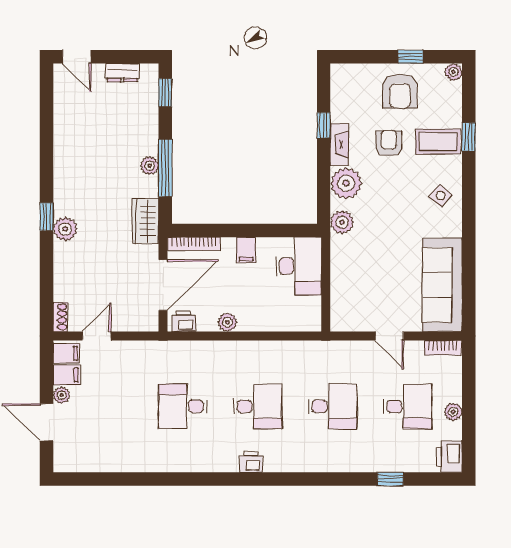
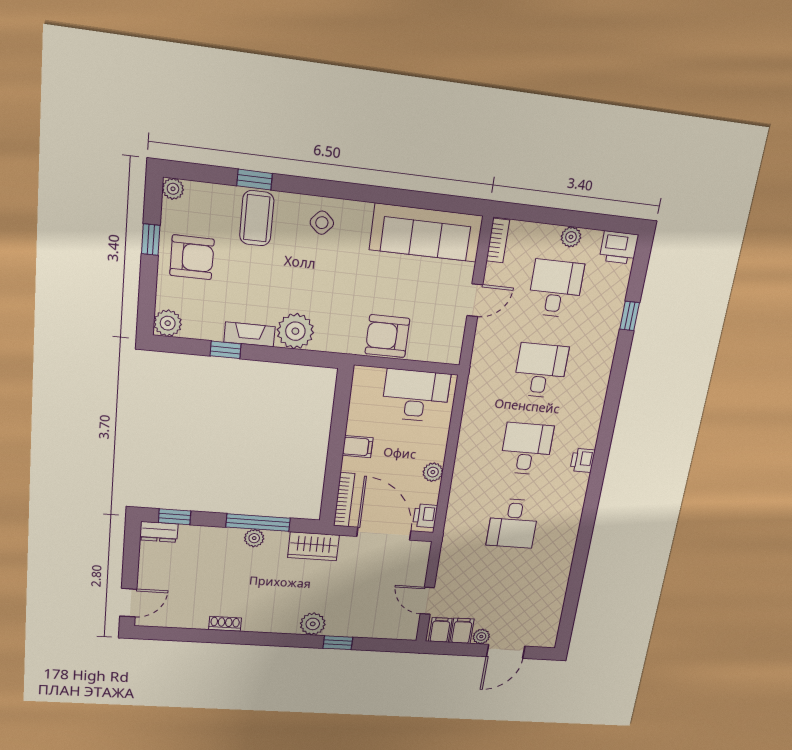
dresser: (122, 73) -> (159, 532), moved, turned 90
armchair: (389, 143) -> (387, 336), moved, width x1.38, depth x1.38
window: (47, 217) -> (338, 643), moved
plant: (342, 222) -> (168, 323), moved
desk: (299, 266) -> (416, 395), moved
shoe rack: (60, 317) -> (225, 624), moved

